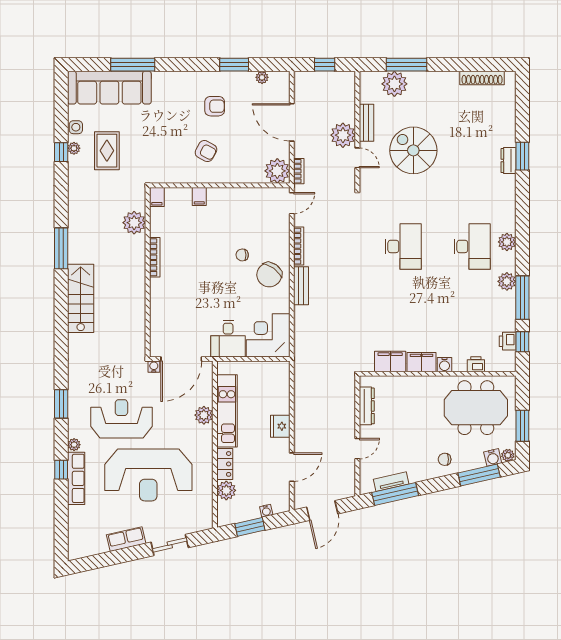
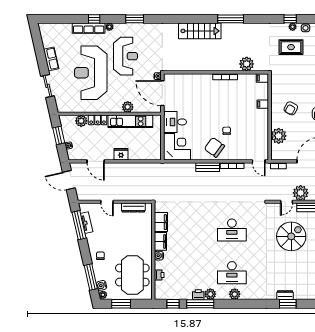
plant: (277, 171) -> (279, 136), moved
printer: (508, 341) -> (198, 295), moved

